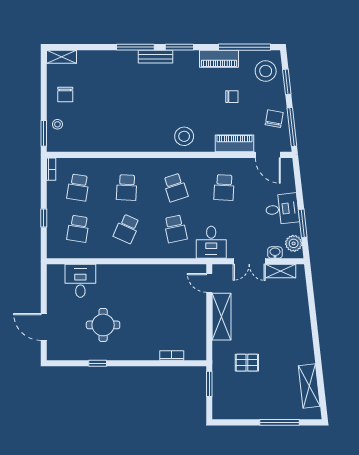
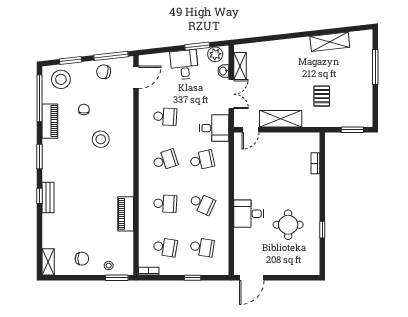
window: (135, 47) -> (40, 196), width x0.46
bench: (156, 57) -> (48, 198), moved
stool: (184, 136) -> (101, 139), moved
piano: (234, 143) -> (126, 214), moved
desk: (80, 281) -> (249, 214), moved
door: (44, 327) -> (252, 278), moved
window: (209, 384) -> (352, 130), moved
shelving: (309, 386) -> (330, 42), moved

